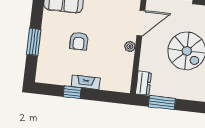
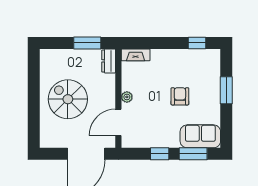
fireplace: (86, 82) -> (136, 55), moved
window: (72, 92) -> (197, 43), moved

